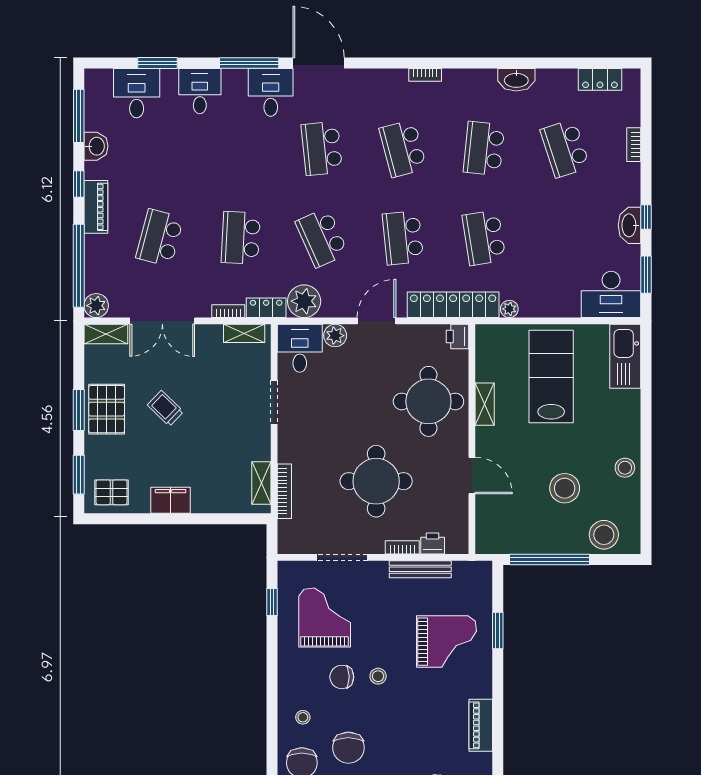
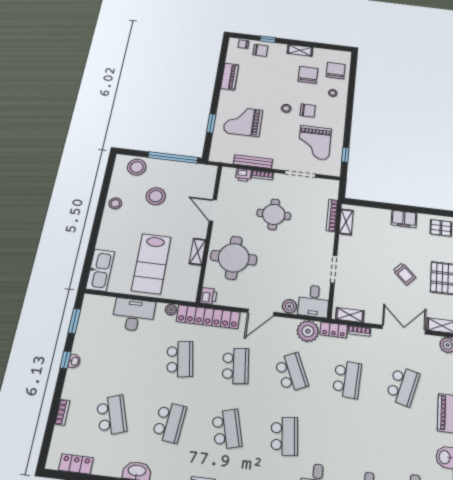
washbasin: (630, 225) -> (74, 361), width x0.52, depth x0.69
desk: (611, 294) -> (133, 315), moved
round table: (376, 481) -> (274, 214), width x0.73, depth x0.73

